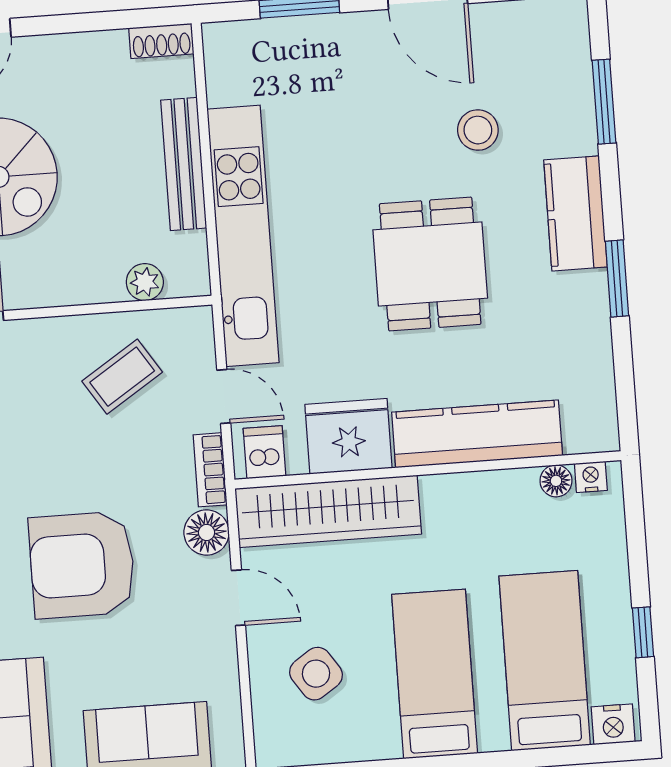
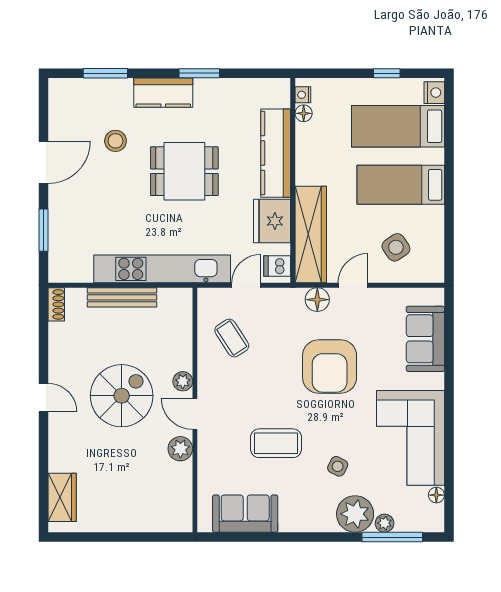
plant: (145, 282) -> (183, 381), moved
bookcase: (210, 470) -> (284, 295), removed

